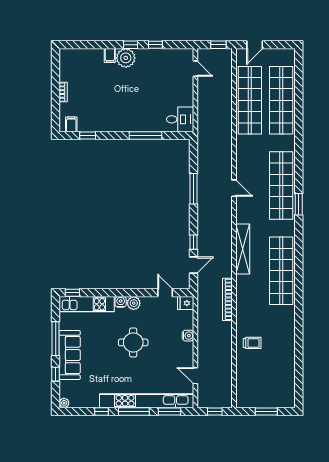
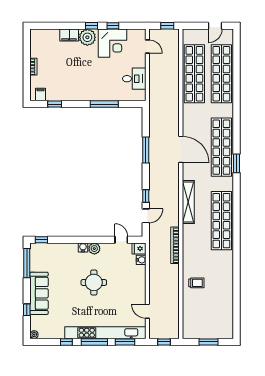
door: (255, 45) -> (215, 26), moved
filing cabinet: (110, 55) -> (69, 35), width x2.00
corner desk: (155, 65) -> (112, 43), added
desk: (180, 119) -> (134, 79), moved
door: (234, 188) -> (181, 149), width x1.87
kitchen unit: (87, 304) -> (54, 250), removed
water cooler: (188, 336) -> (141, 260), moved
window: (56, 339) -> (27, 263), moved

